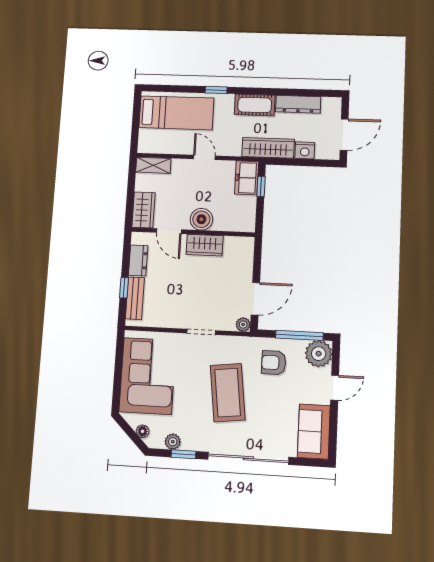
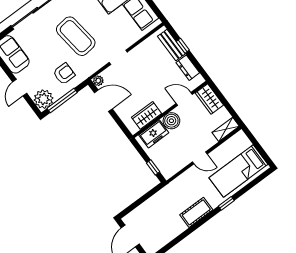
dresser: (298, 104) -> (171, 233), removed
wardrobe: (268, 148) -> (168, 193), removed
nightstand: (305, 150) -> (145, 209), removed
freezer: (247, 178) -> (154, 134), moved, turned 90
wardrobe: (205, 245) -> (146, 115), moved
door: (255, 299) -> (103, 101), swing flipped

